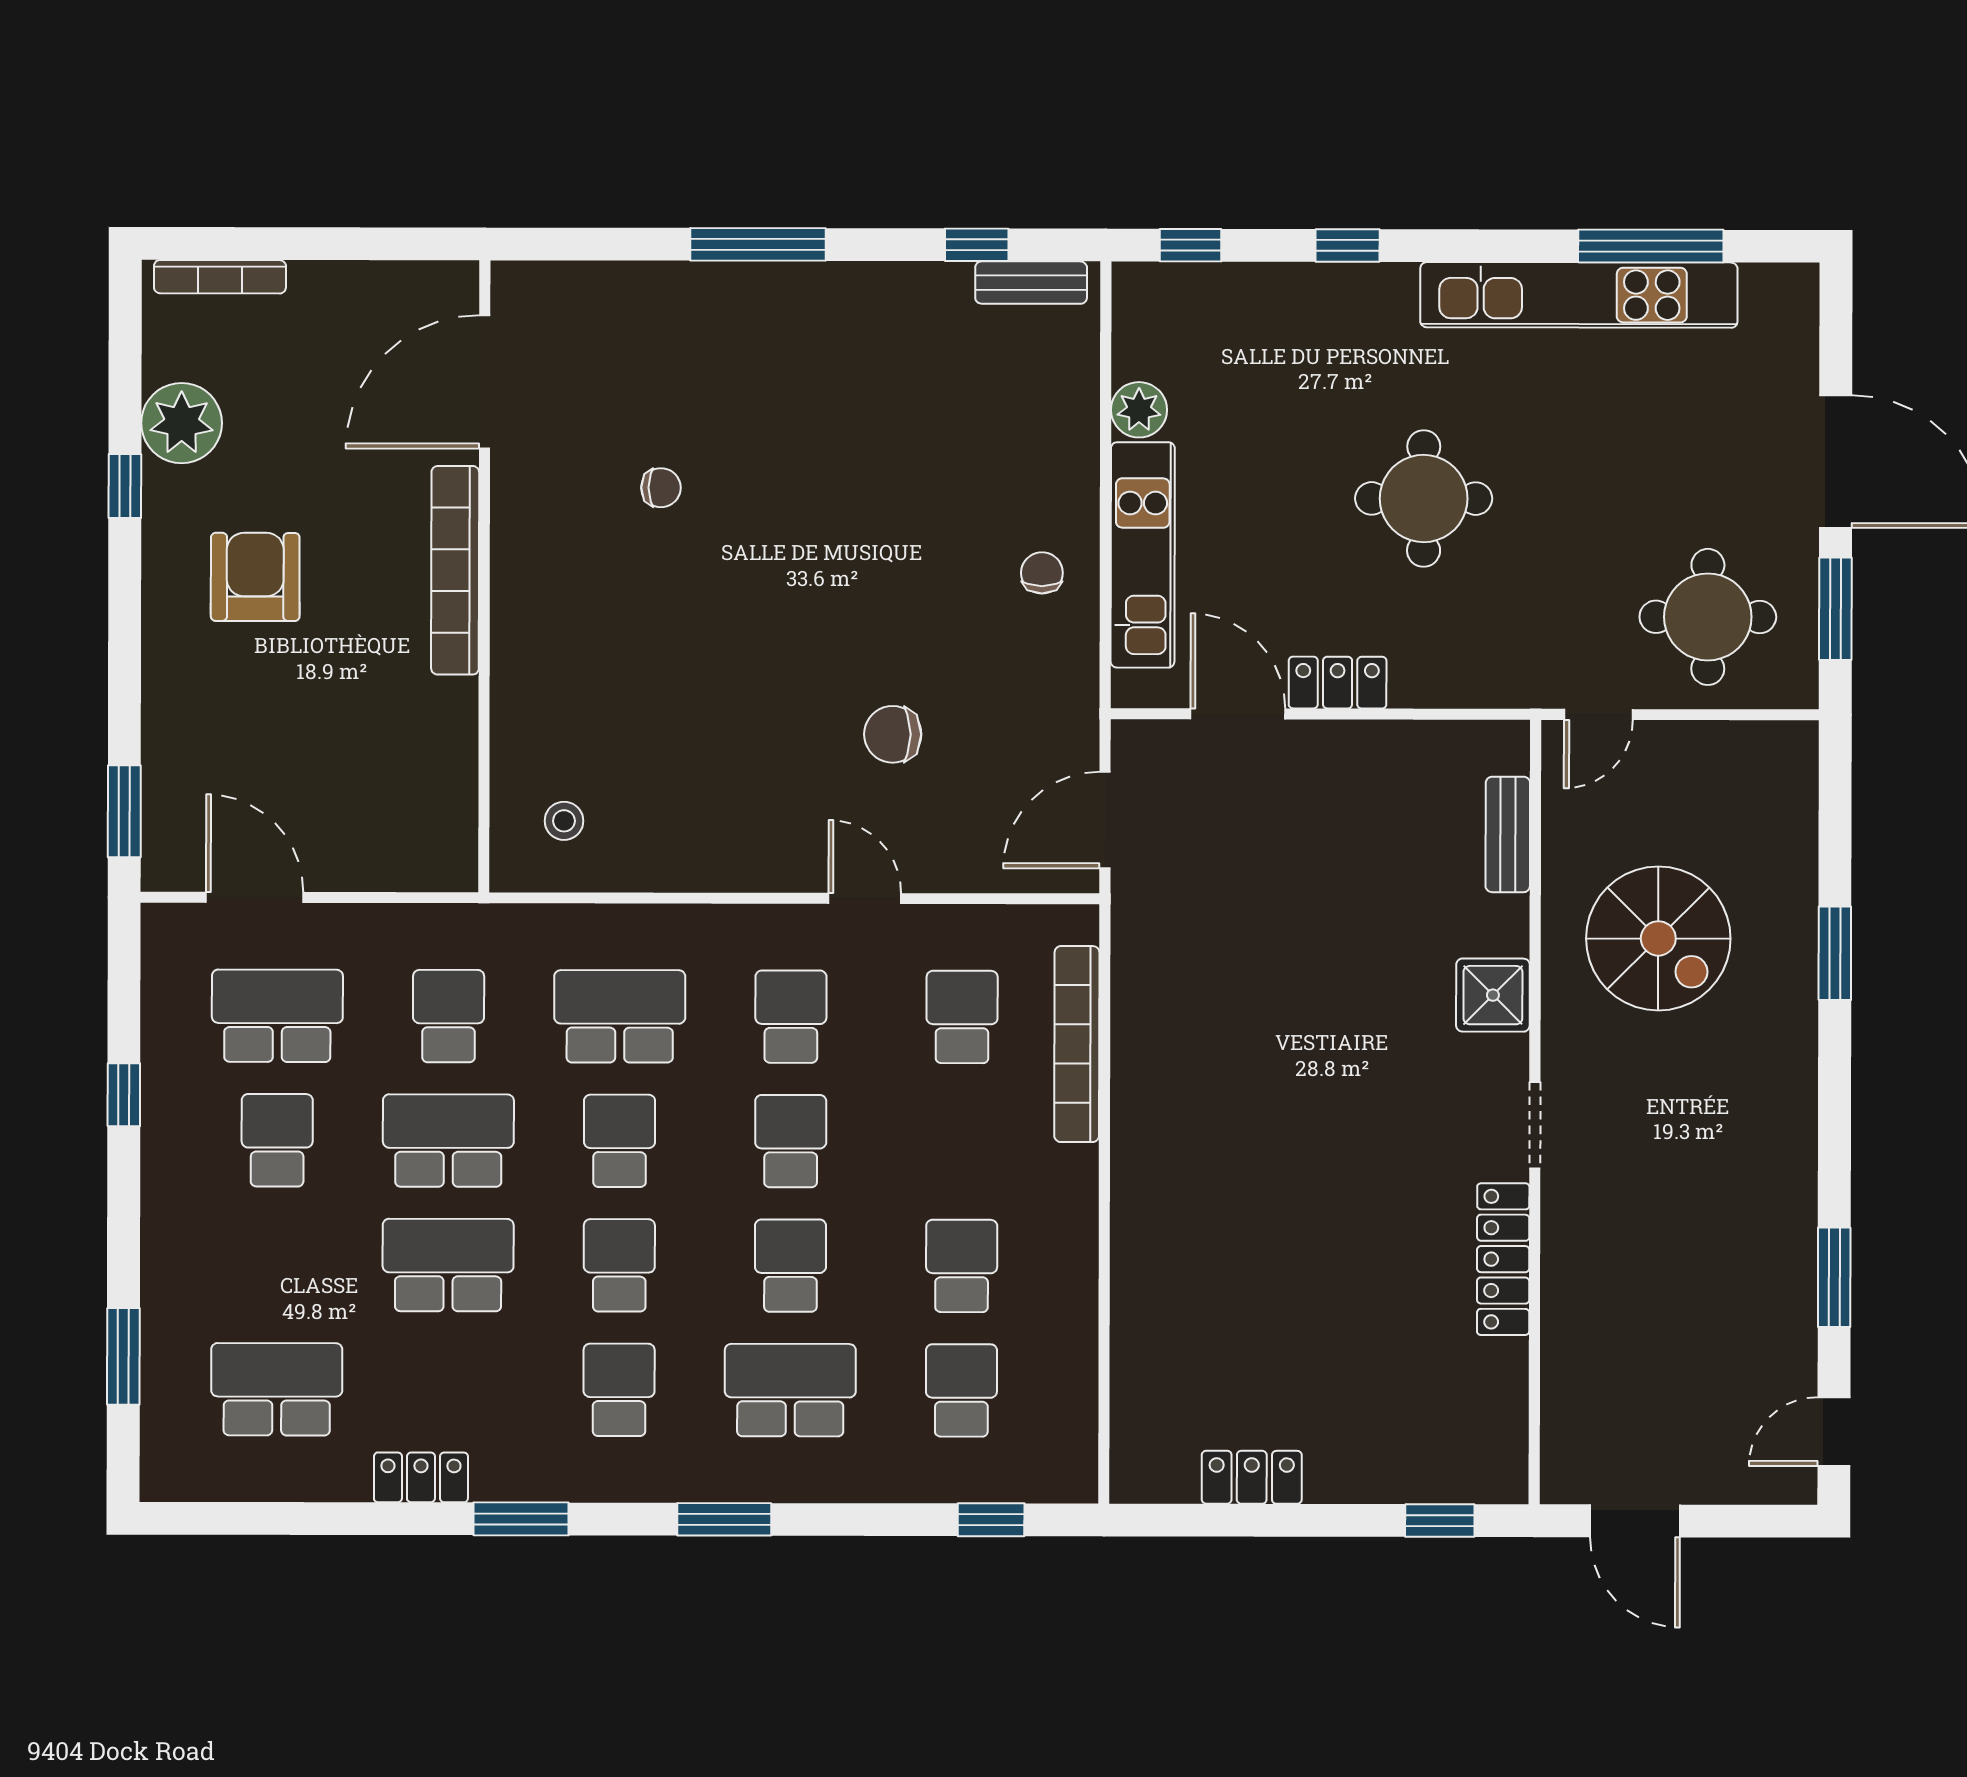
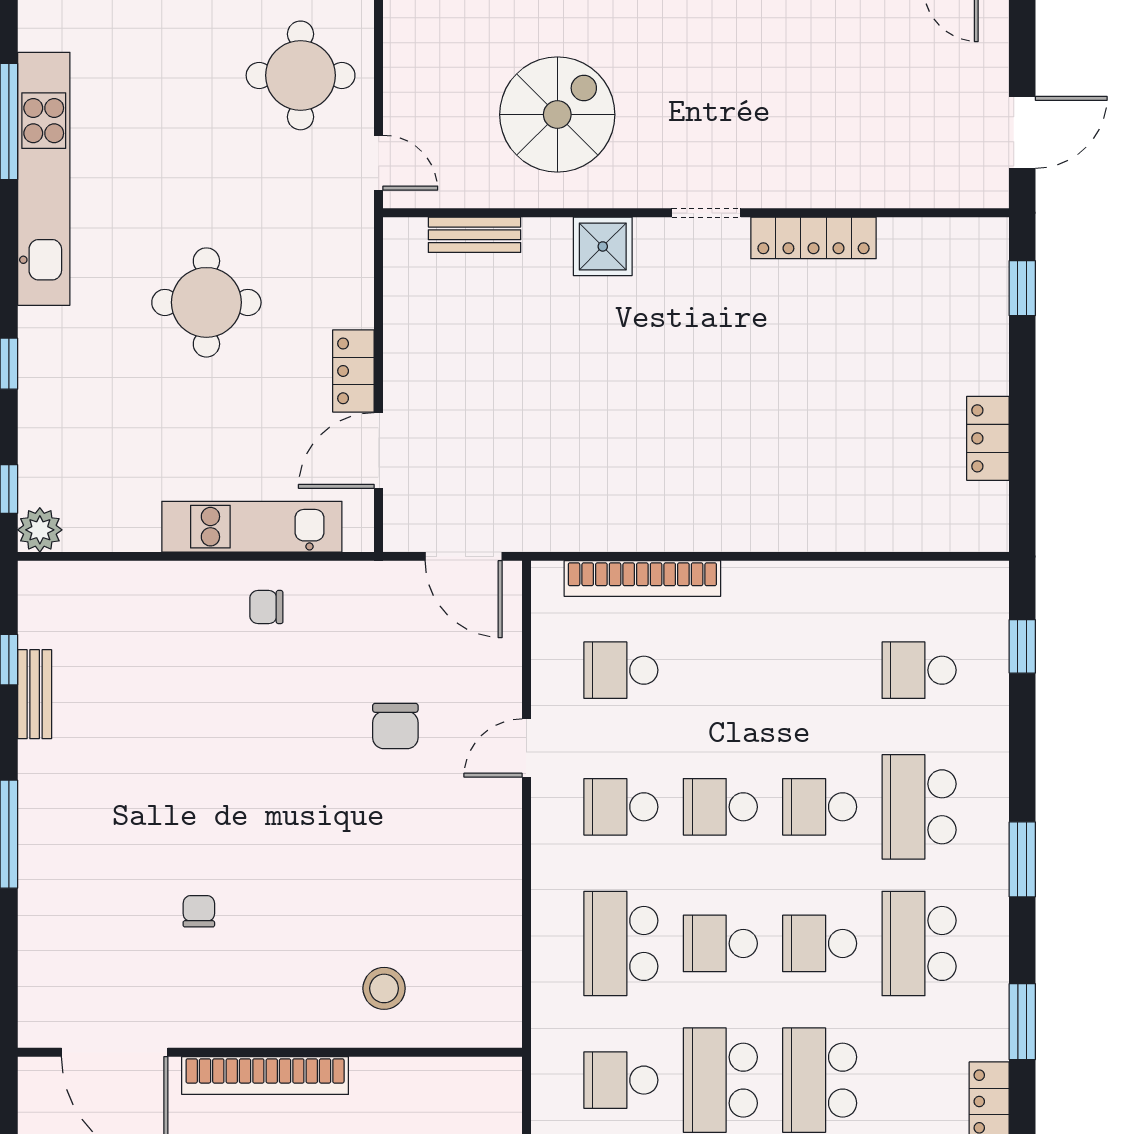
bench: (1031, 283) -> (35, 694), moved
plant: (1139, 410) -> (40, 530), moved
stool: (564, 821) -> (384, 988), moved, width x1.37, depth x1.37
school desk: (962, 1266) -> (820, 670), removed
school desk: (619, 1390) -> (919, 943), width x1.85

